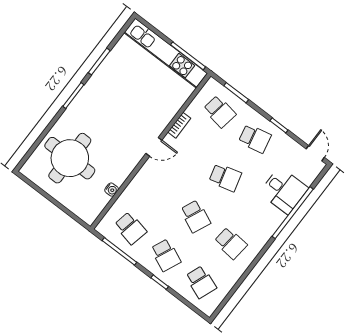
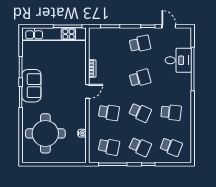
sofa: (95, 92) -> (31, 86), added
school desk: (220, 112) -> (109, 112), moved
door: (315, 153) -> (169, 26), moved

